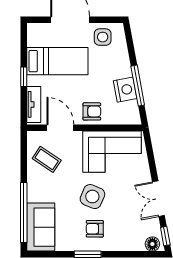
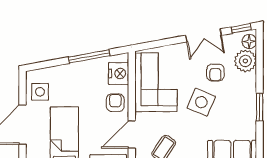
nightstand: (125, 90) -> (119, 73), moved, turned 100
armchair: (95, 229) -> (215, 73), moved
plant: (133, 240) -> (245, 61), added

